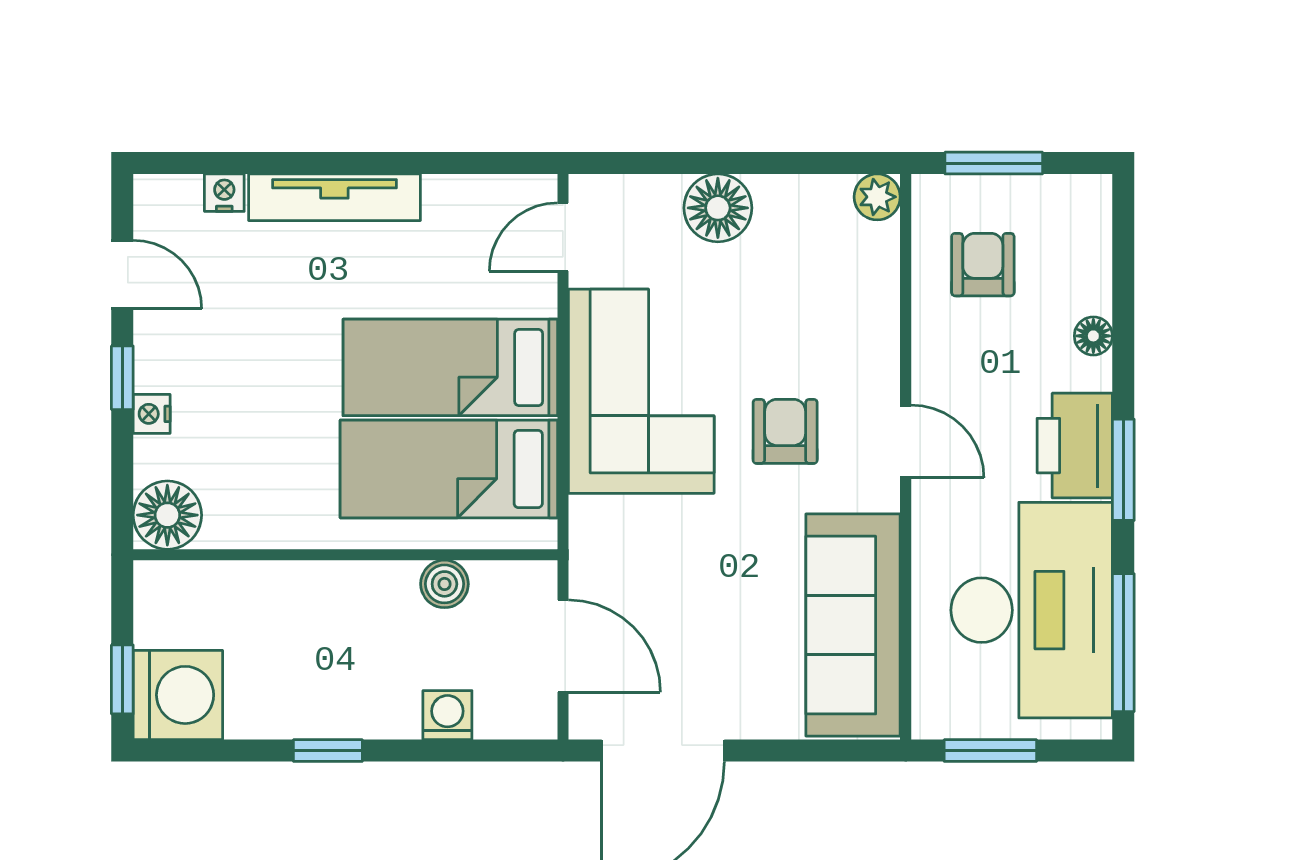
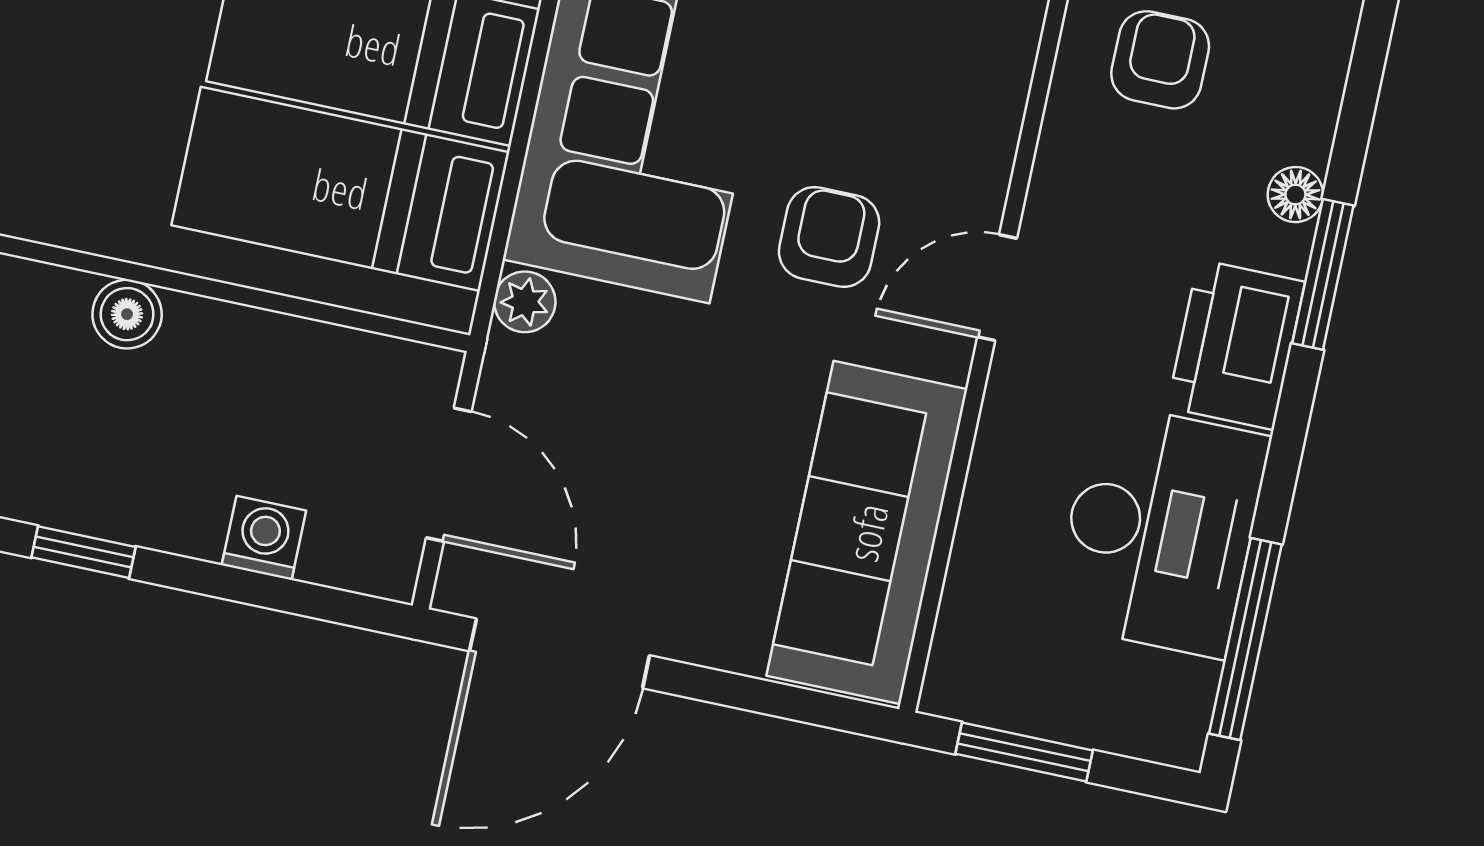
door: (906, 441) -> (997, 288), swing flipped
window: (1123, 470) -> (1323, 274), moved
plant: (589, 519) -> (525, 302), added
boiler: (444, 584) -> (127, 314), moved
desk: (1032, 610) -> (1160, 530), width x0.73, depth x0.77

